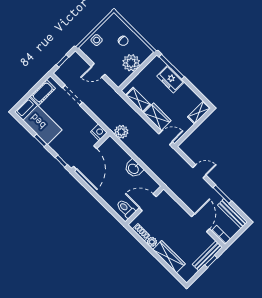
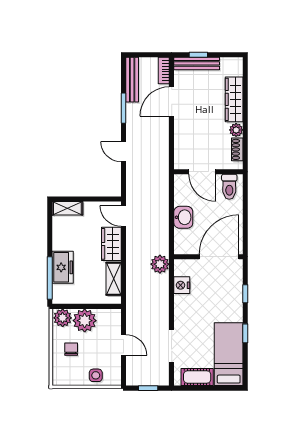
plant: (144, 53) -> (63, 318), added
wall: (91, 152) -> (208, 257), moved
door: (85, 157) -> (219, 257), moved

